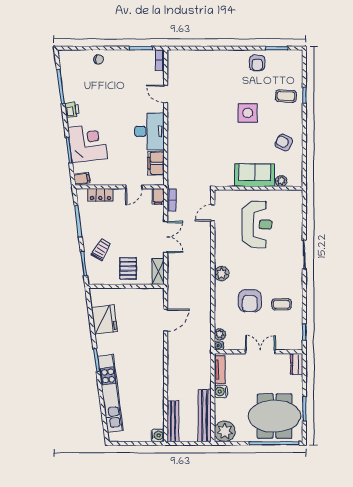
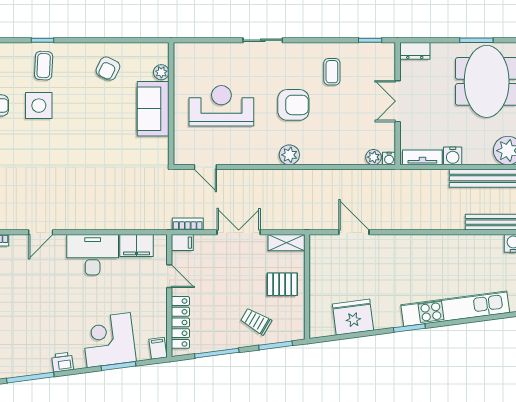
side table: (248, 113) -> (39, 106), moved
locker: (100, 195) -> (180, 322), width x1.53
armchair: (250, 301) -> (293, 105), moved

